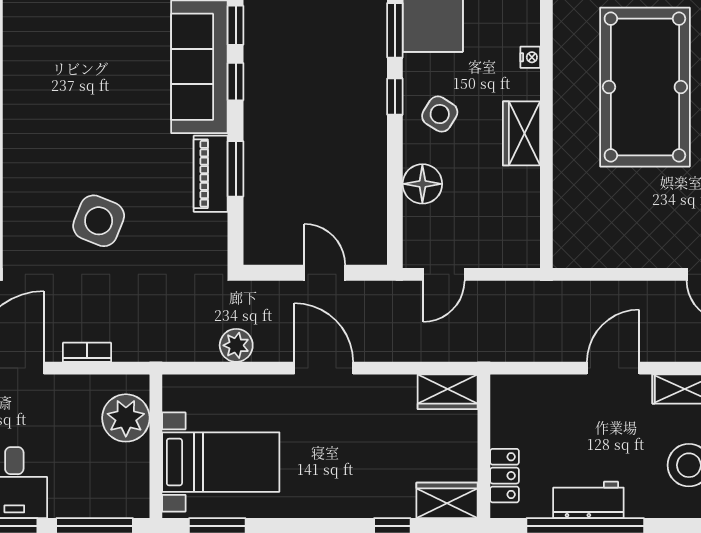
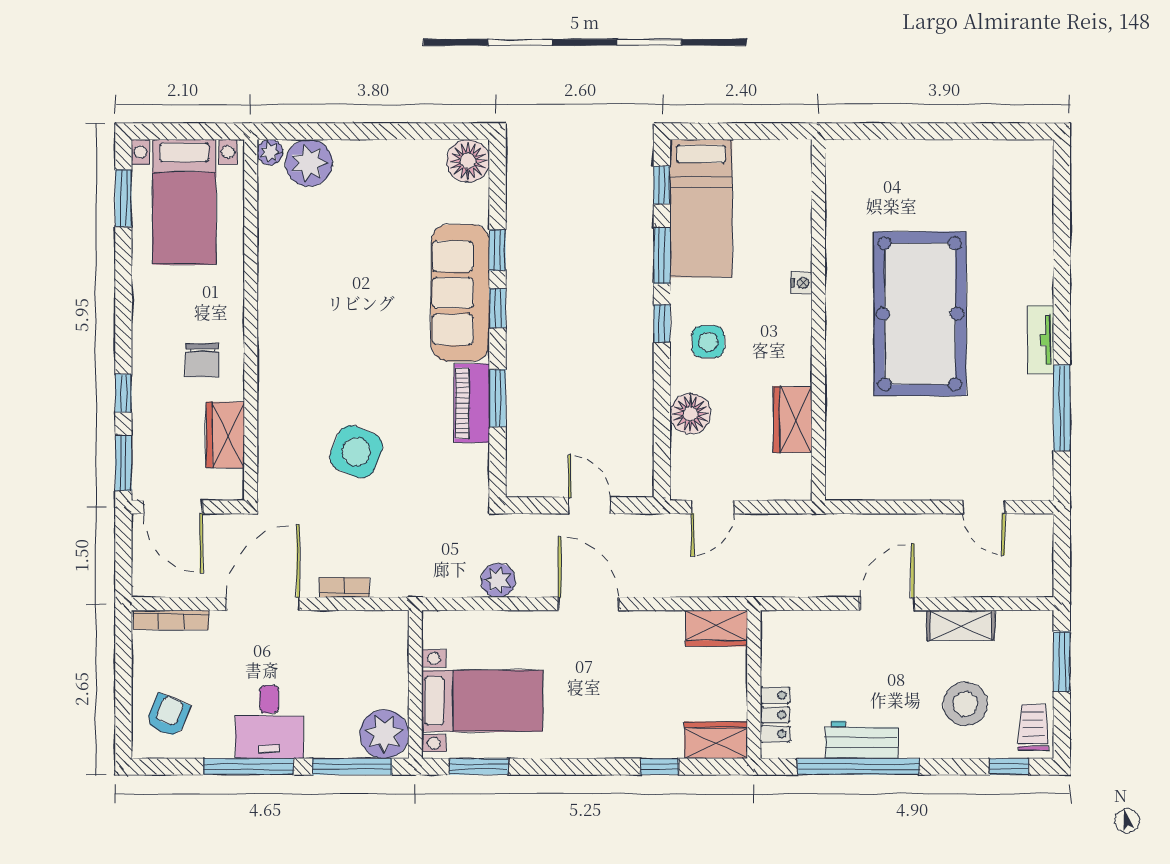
side table: (440, 114) -> (708, 342), turned -32
wardrobe: (522, 133) -> (793, 420), moved
plant: (126, 418) -> (384, 734), moved

